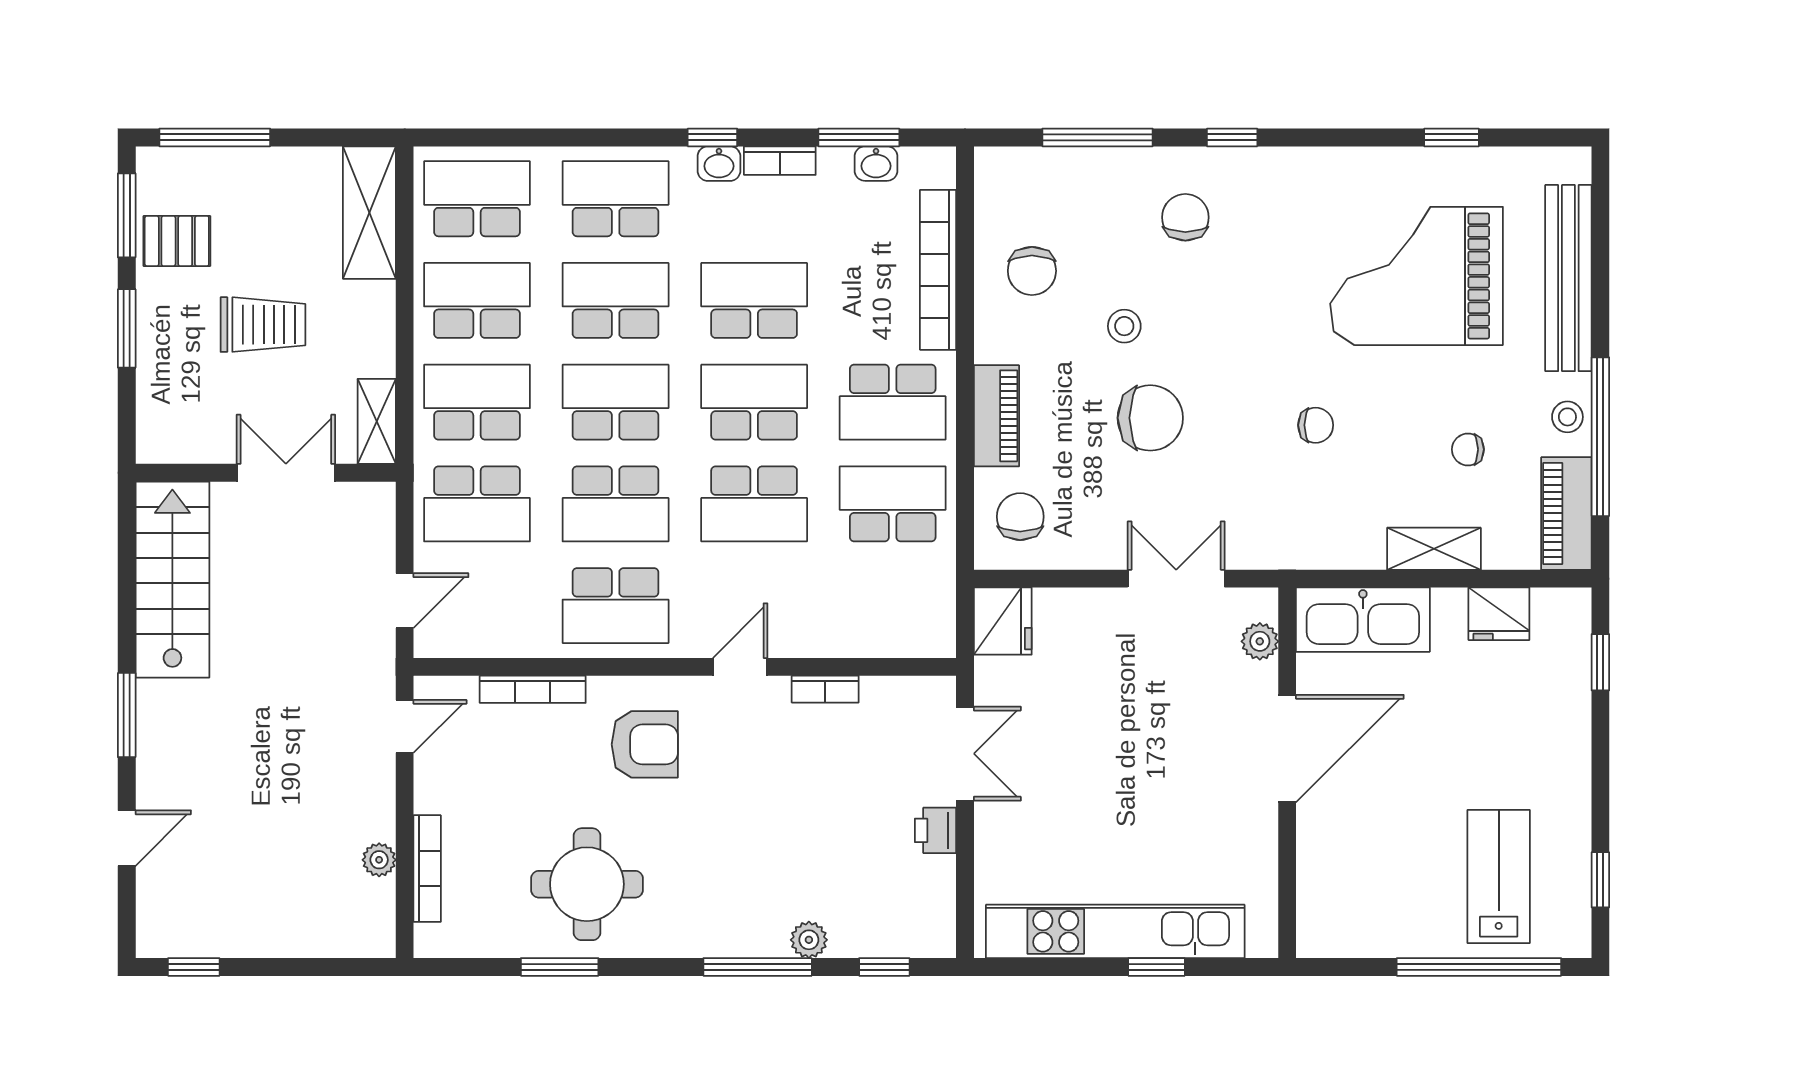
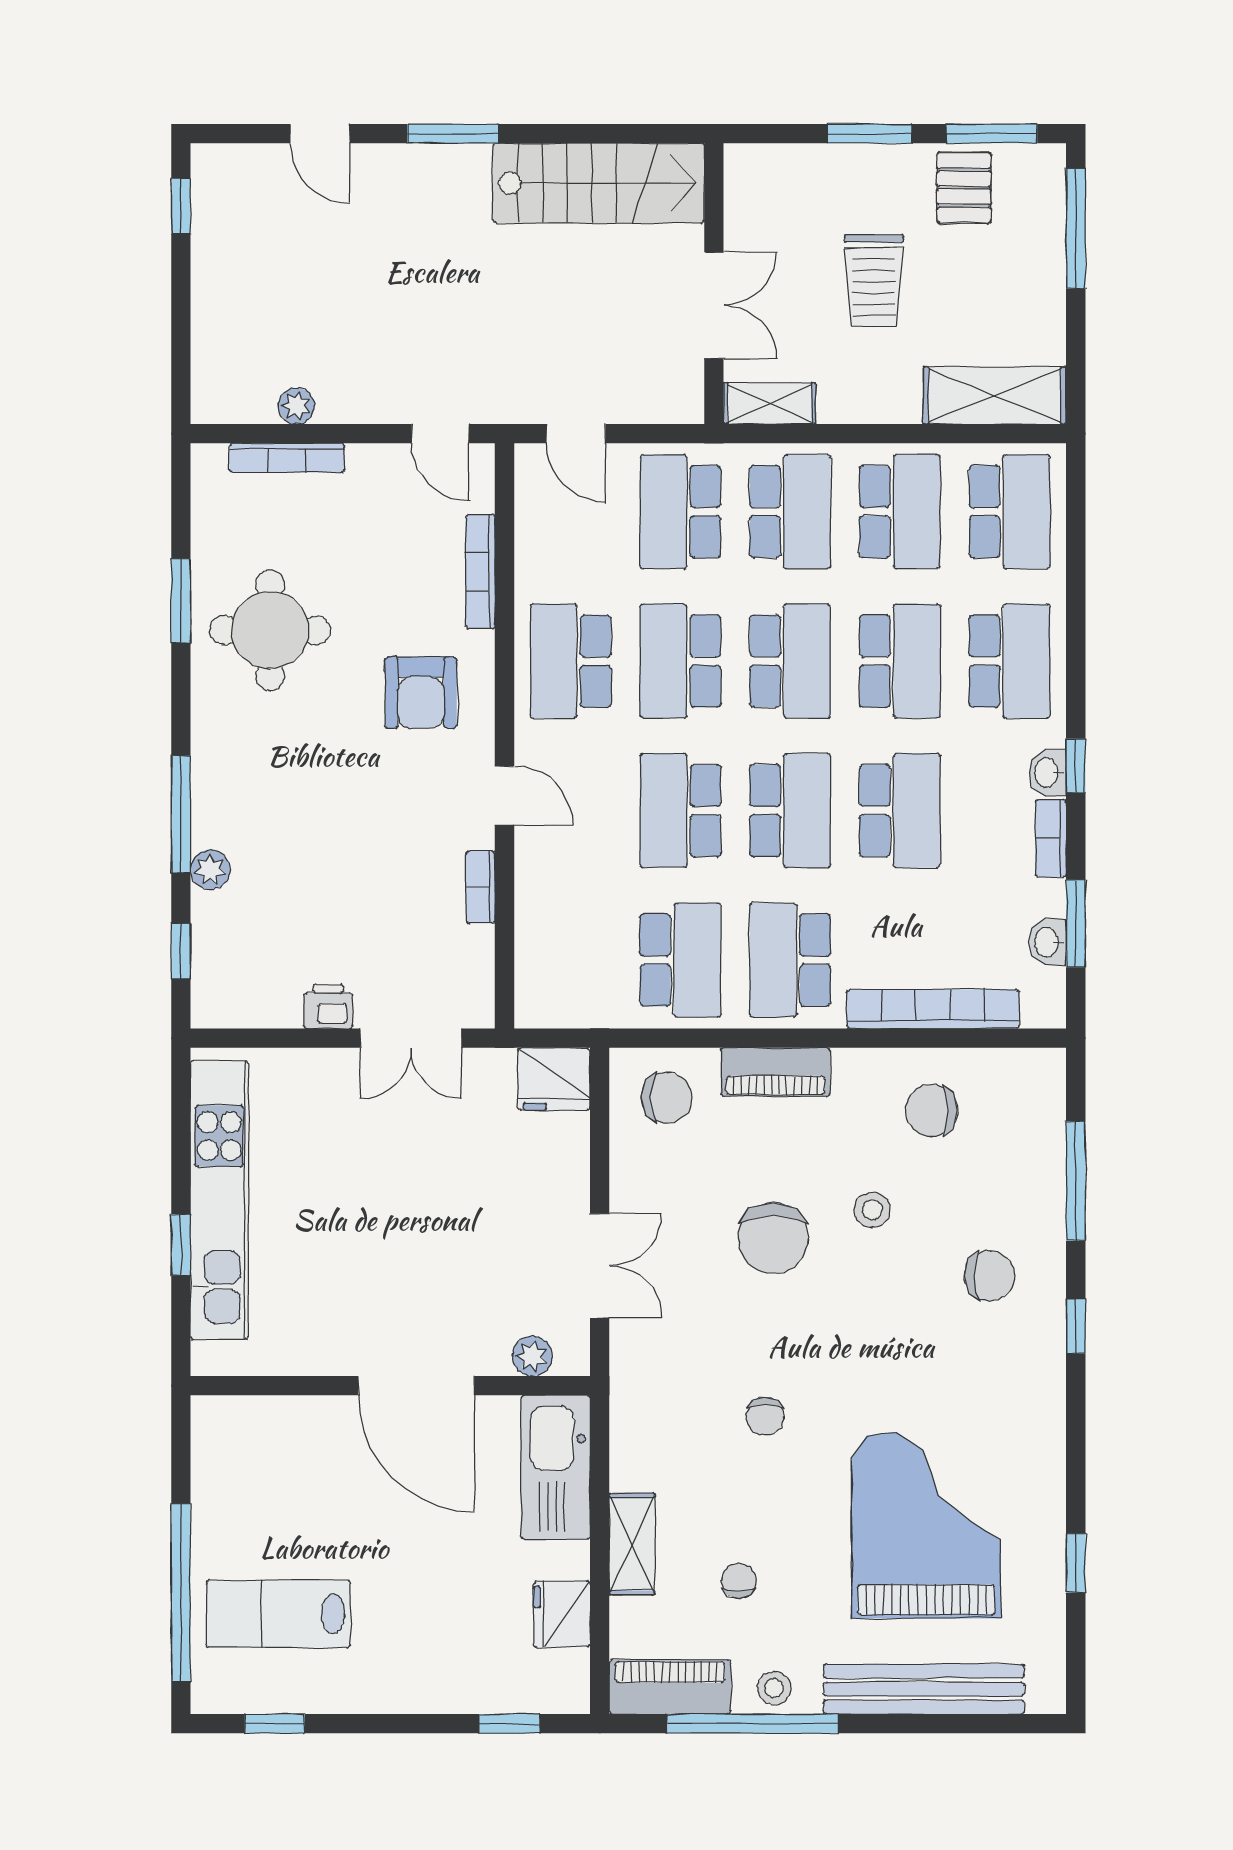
lab bench: (1499, 876) -> (278, 1614), turned 180

